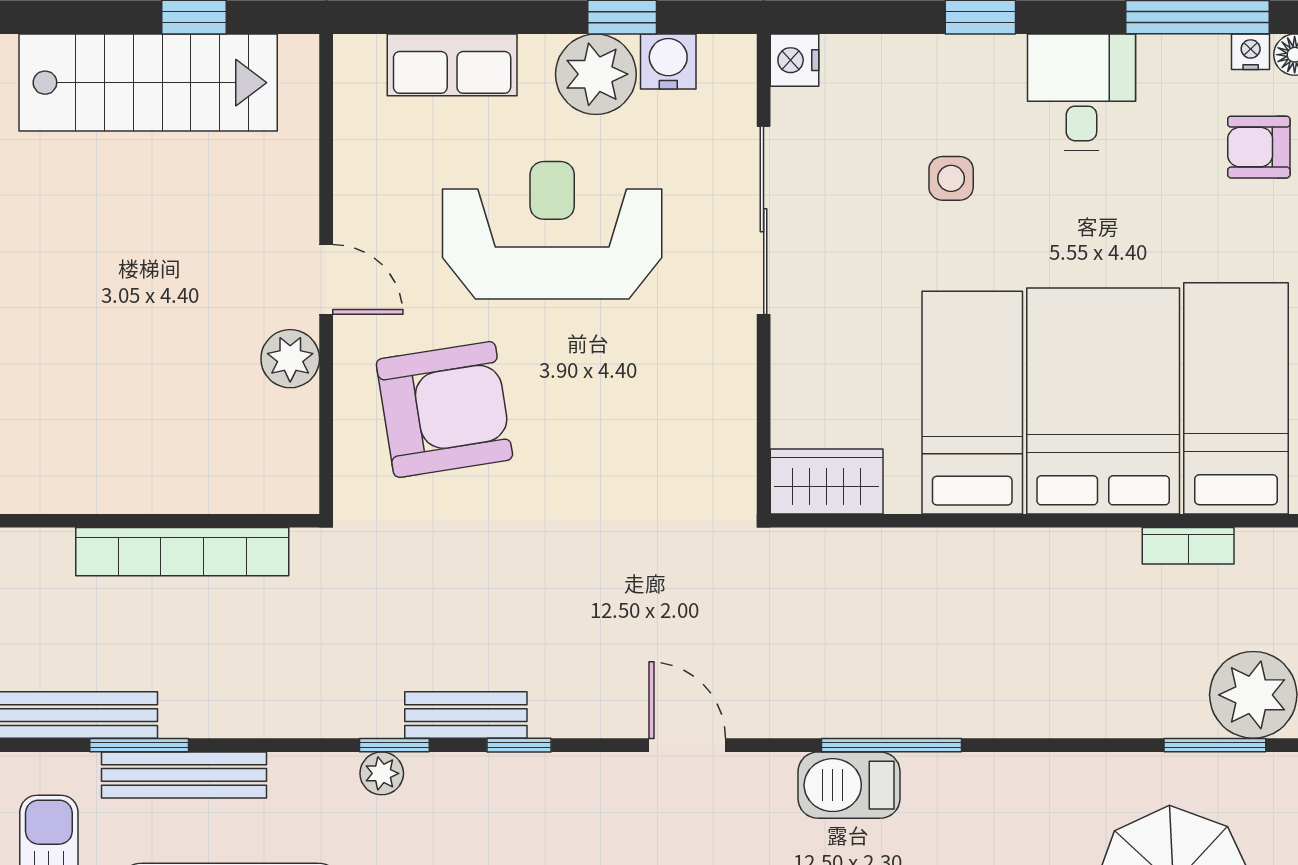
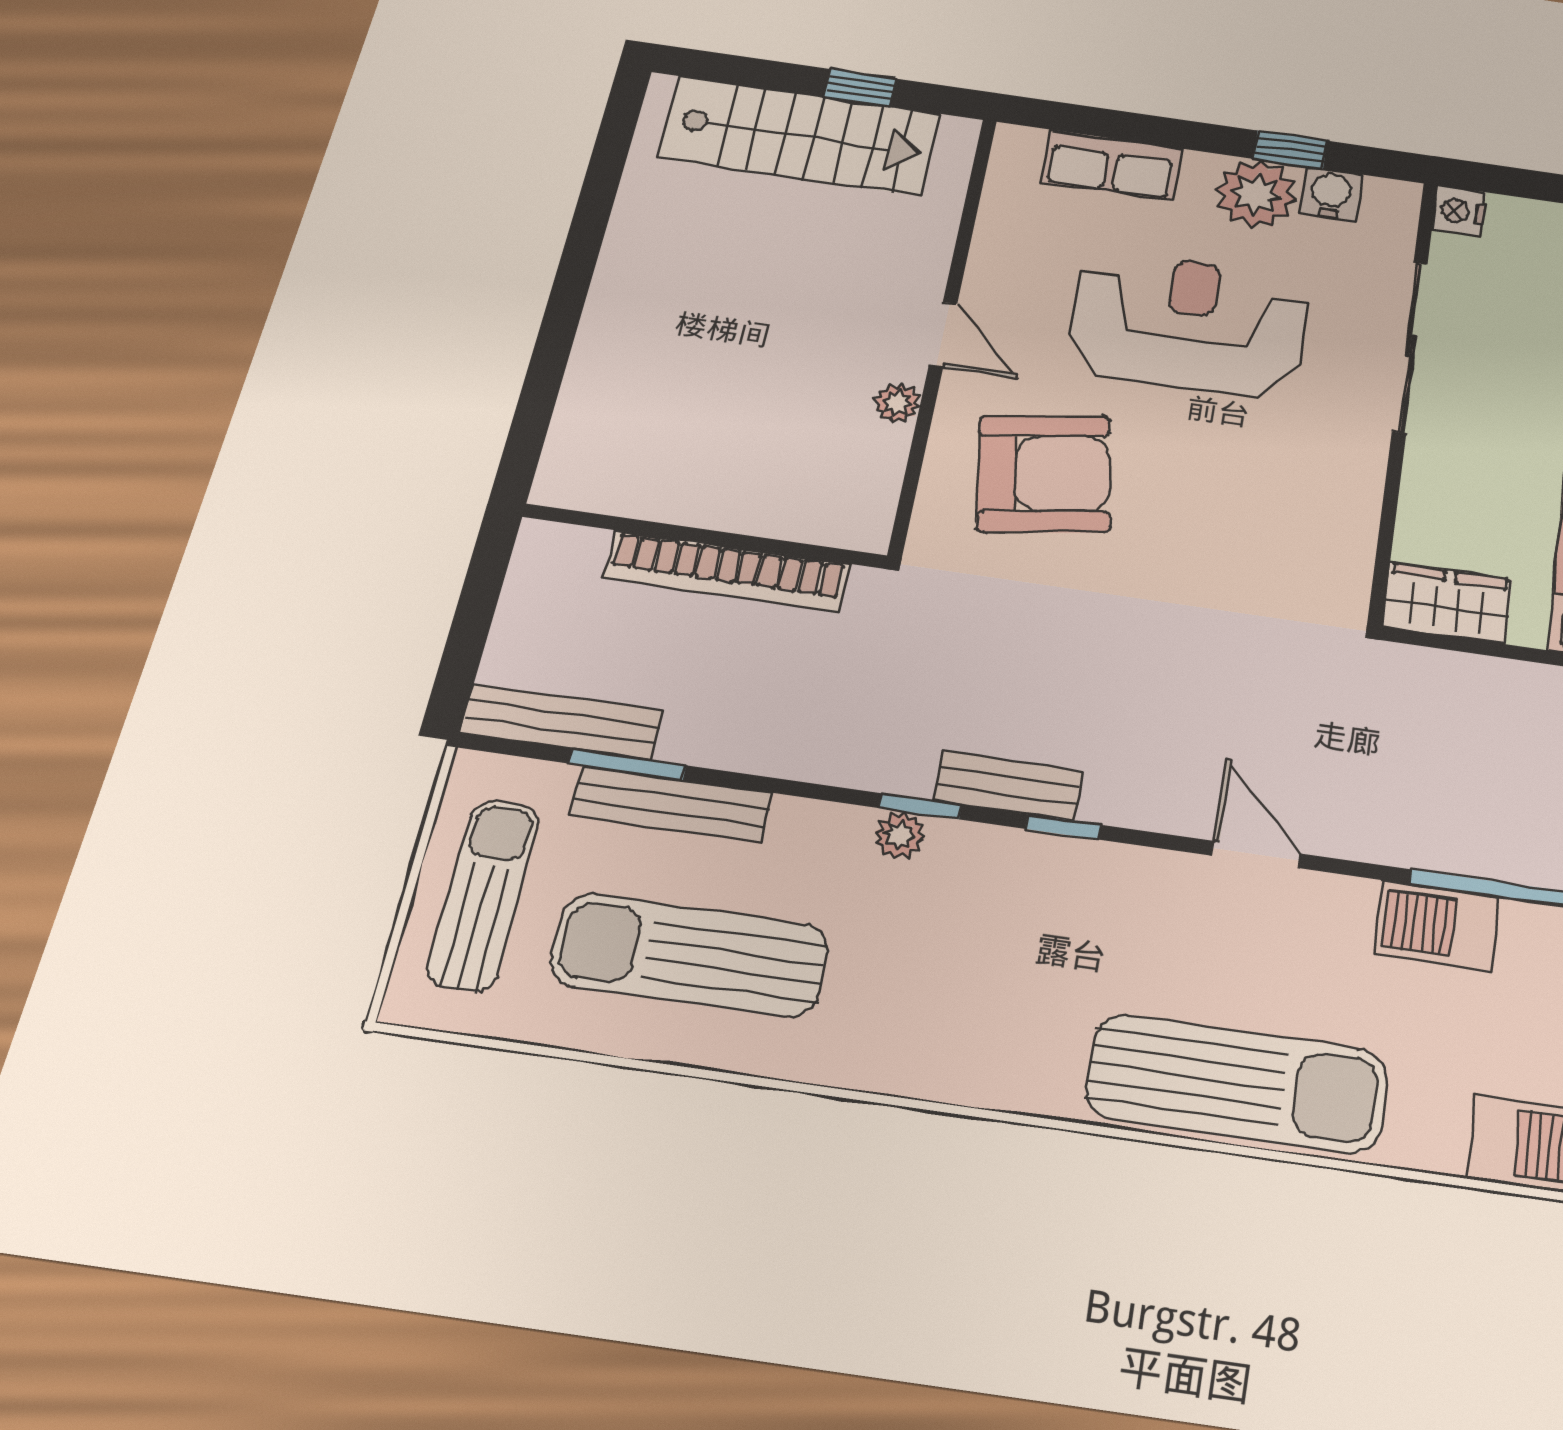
plant: (290, 359) -> (897, 403), width x0.73, depth x0.73

